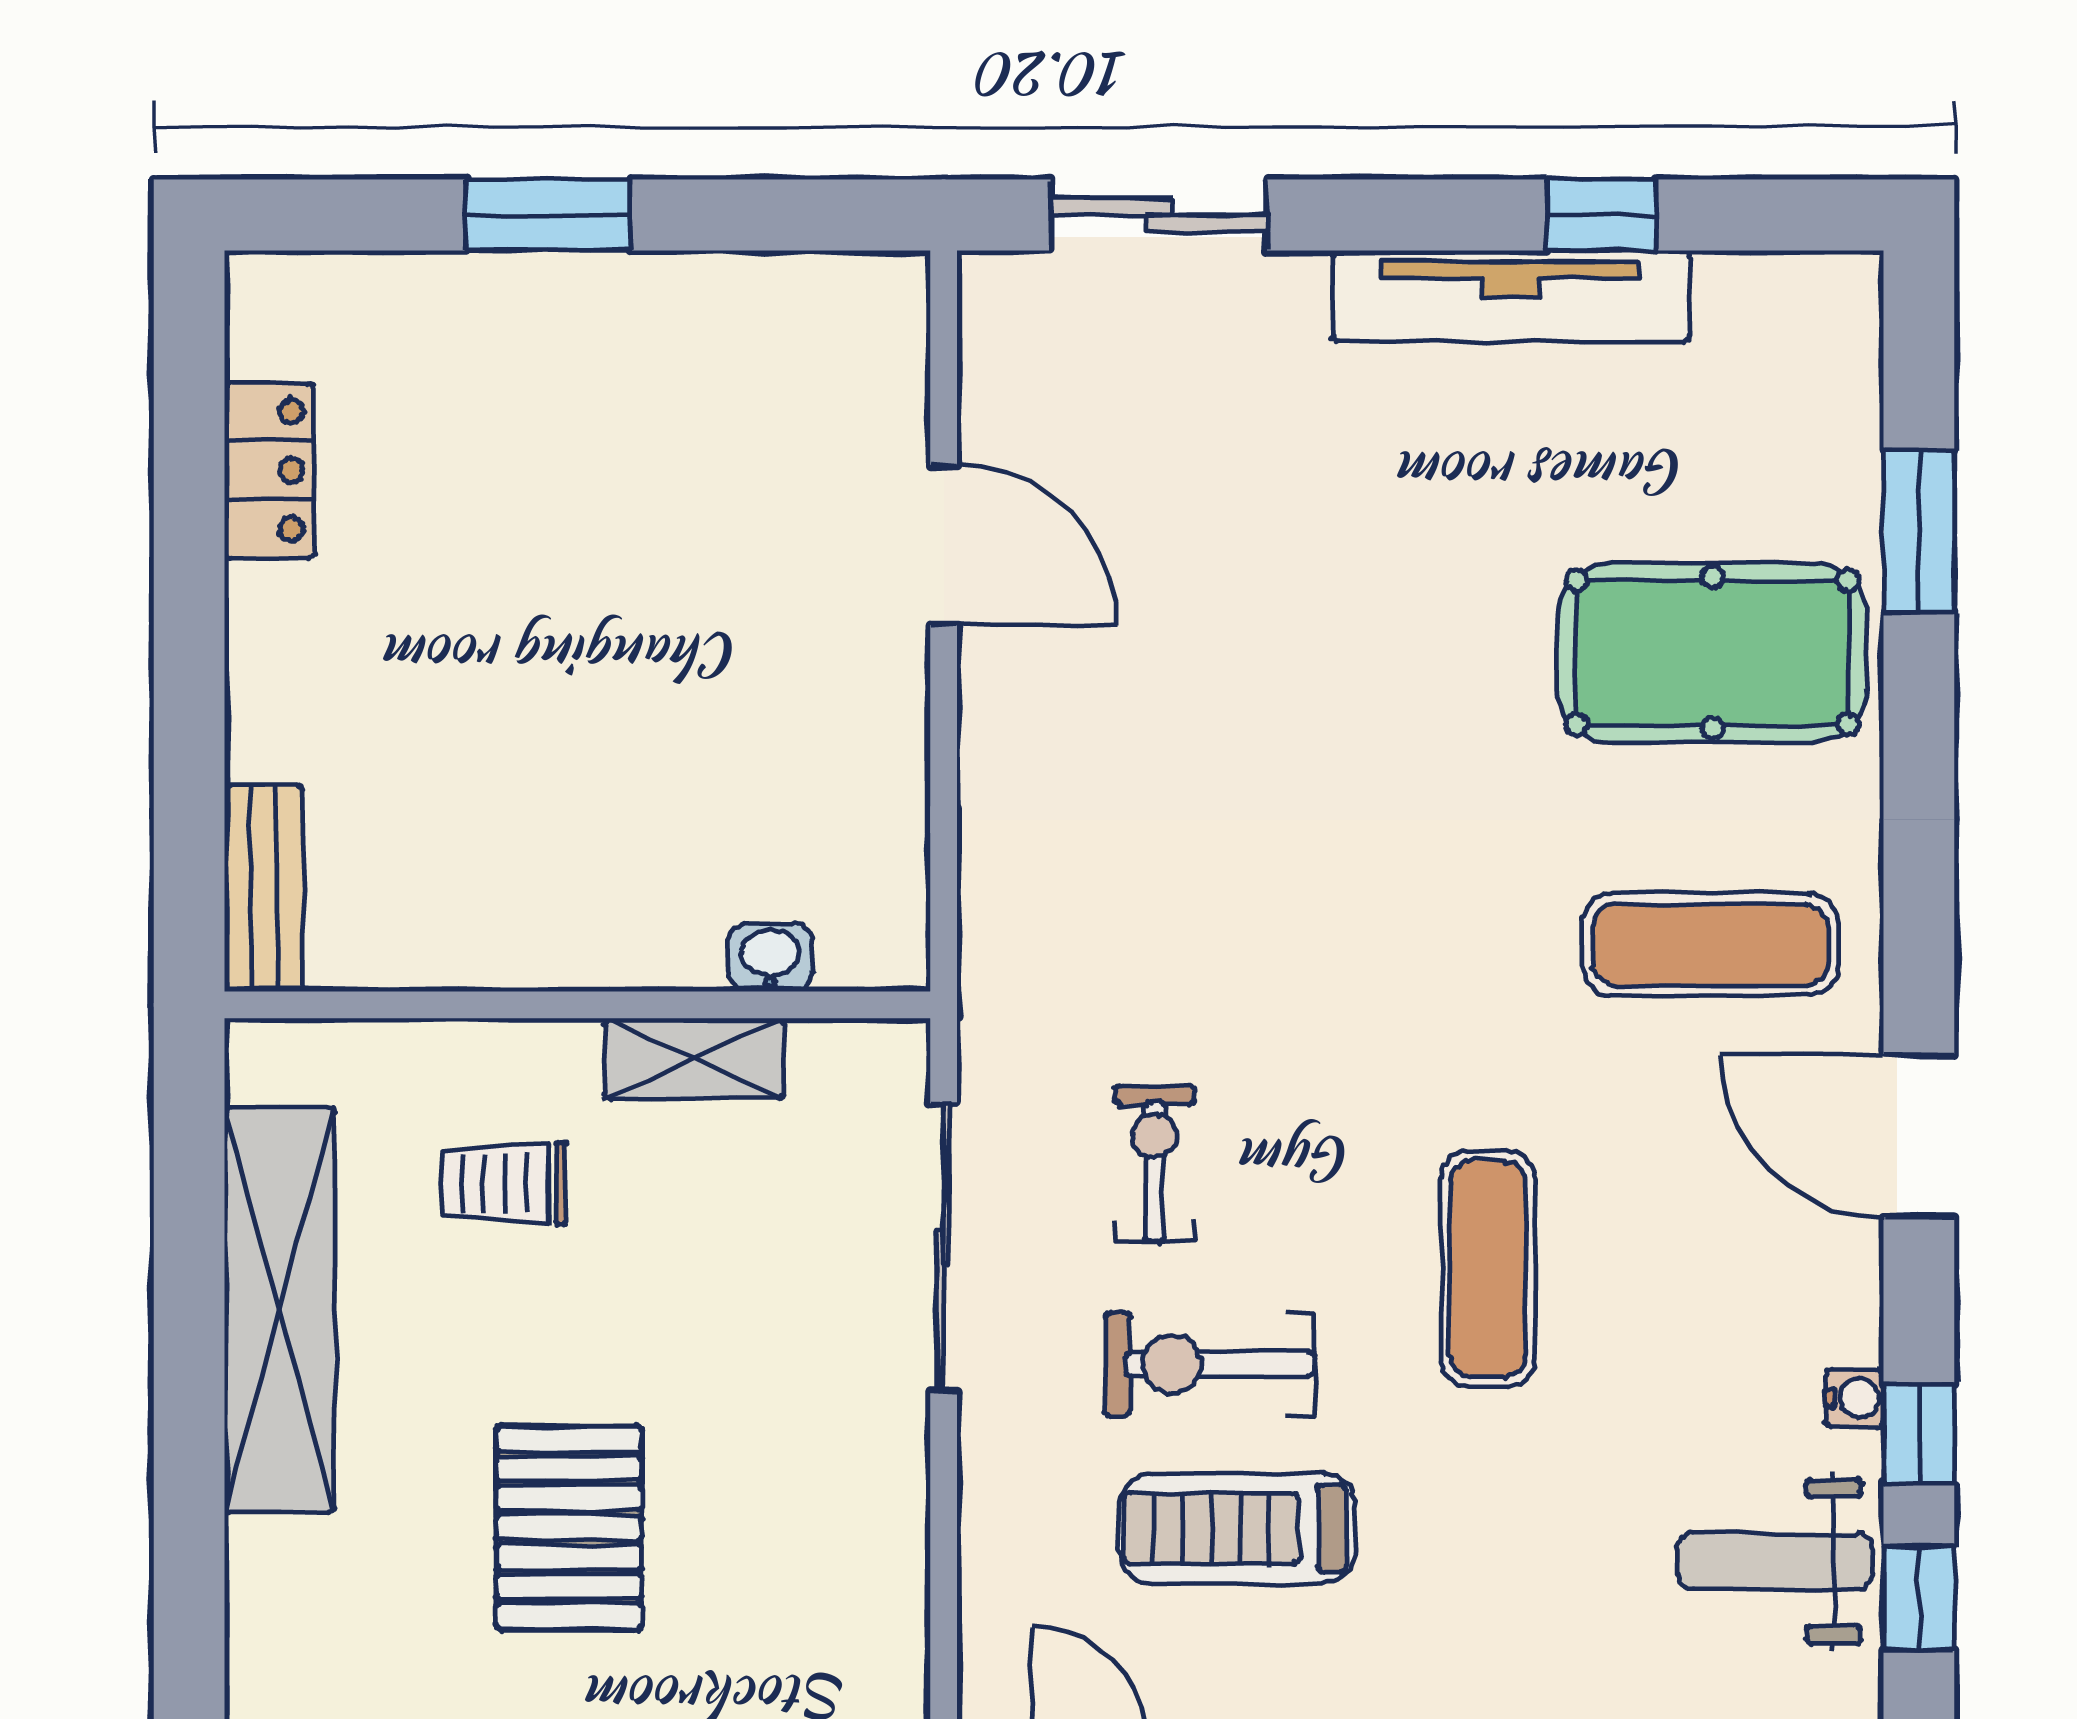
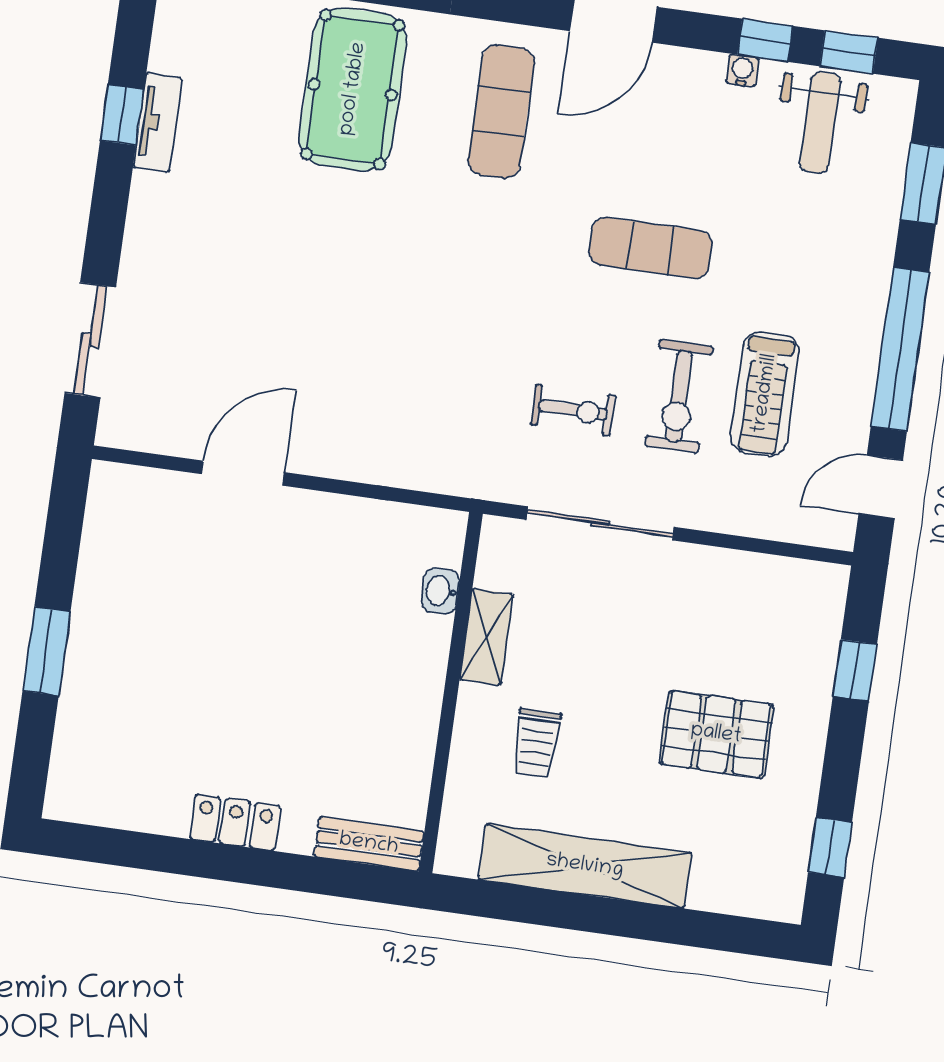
tv unit: (1511, 296) -> (158, 122), width x0.52, depth x0.78
locker: (269, 470) -> (235, 822), moved
exercise bike: (1155, 1164) -> (573, 410), turned 180

